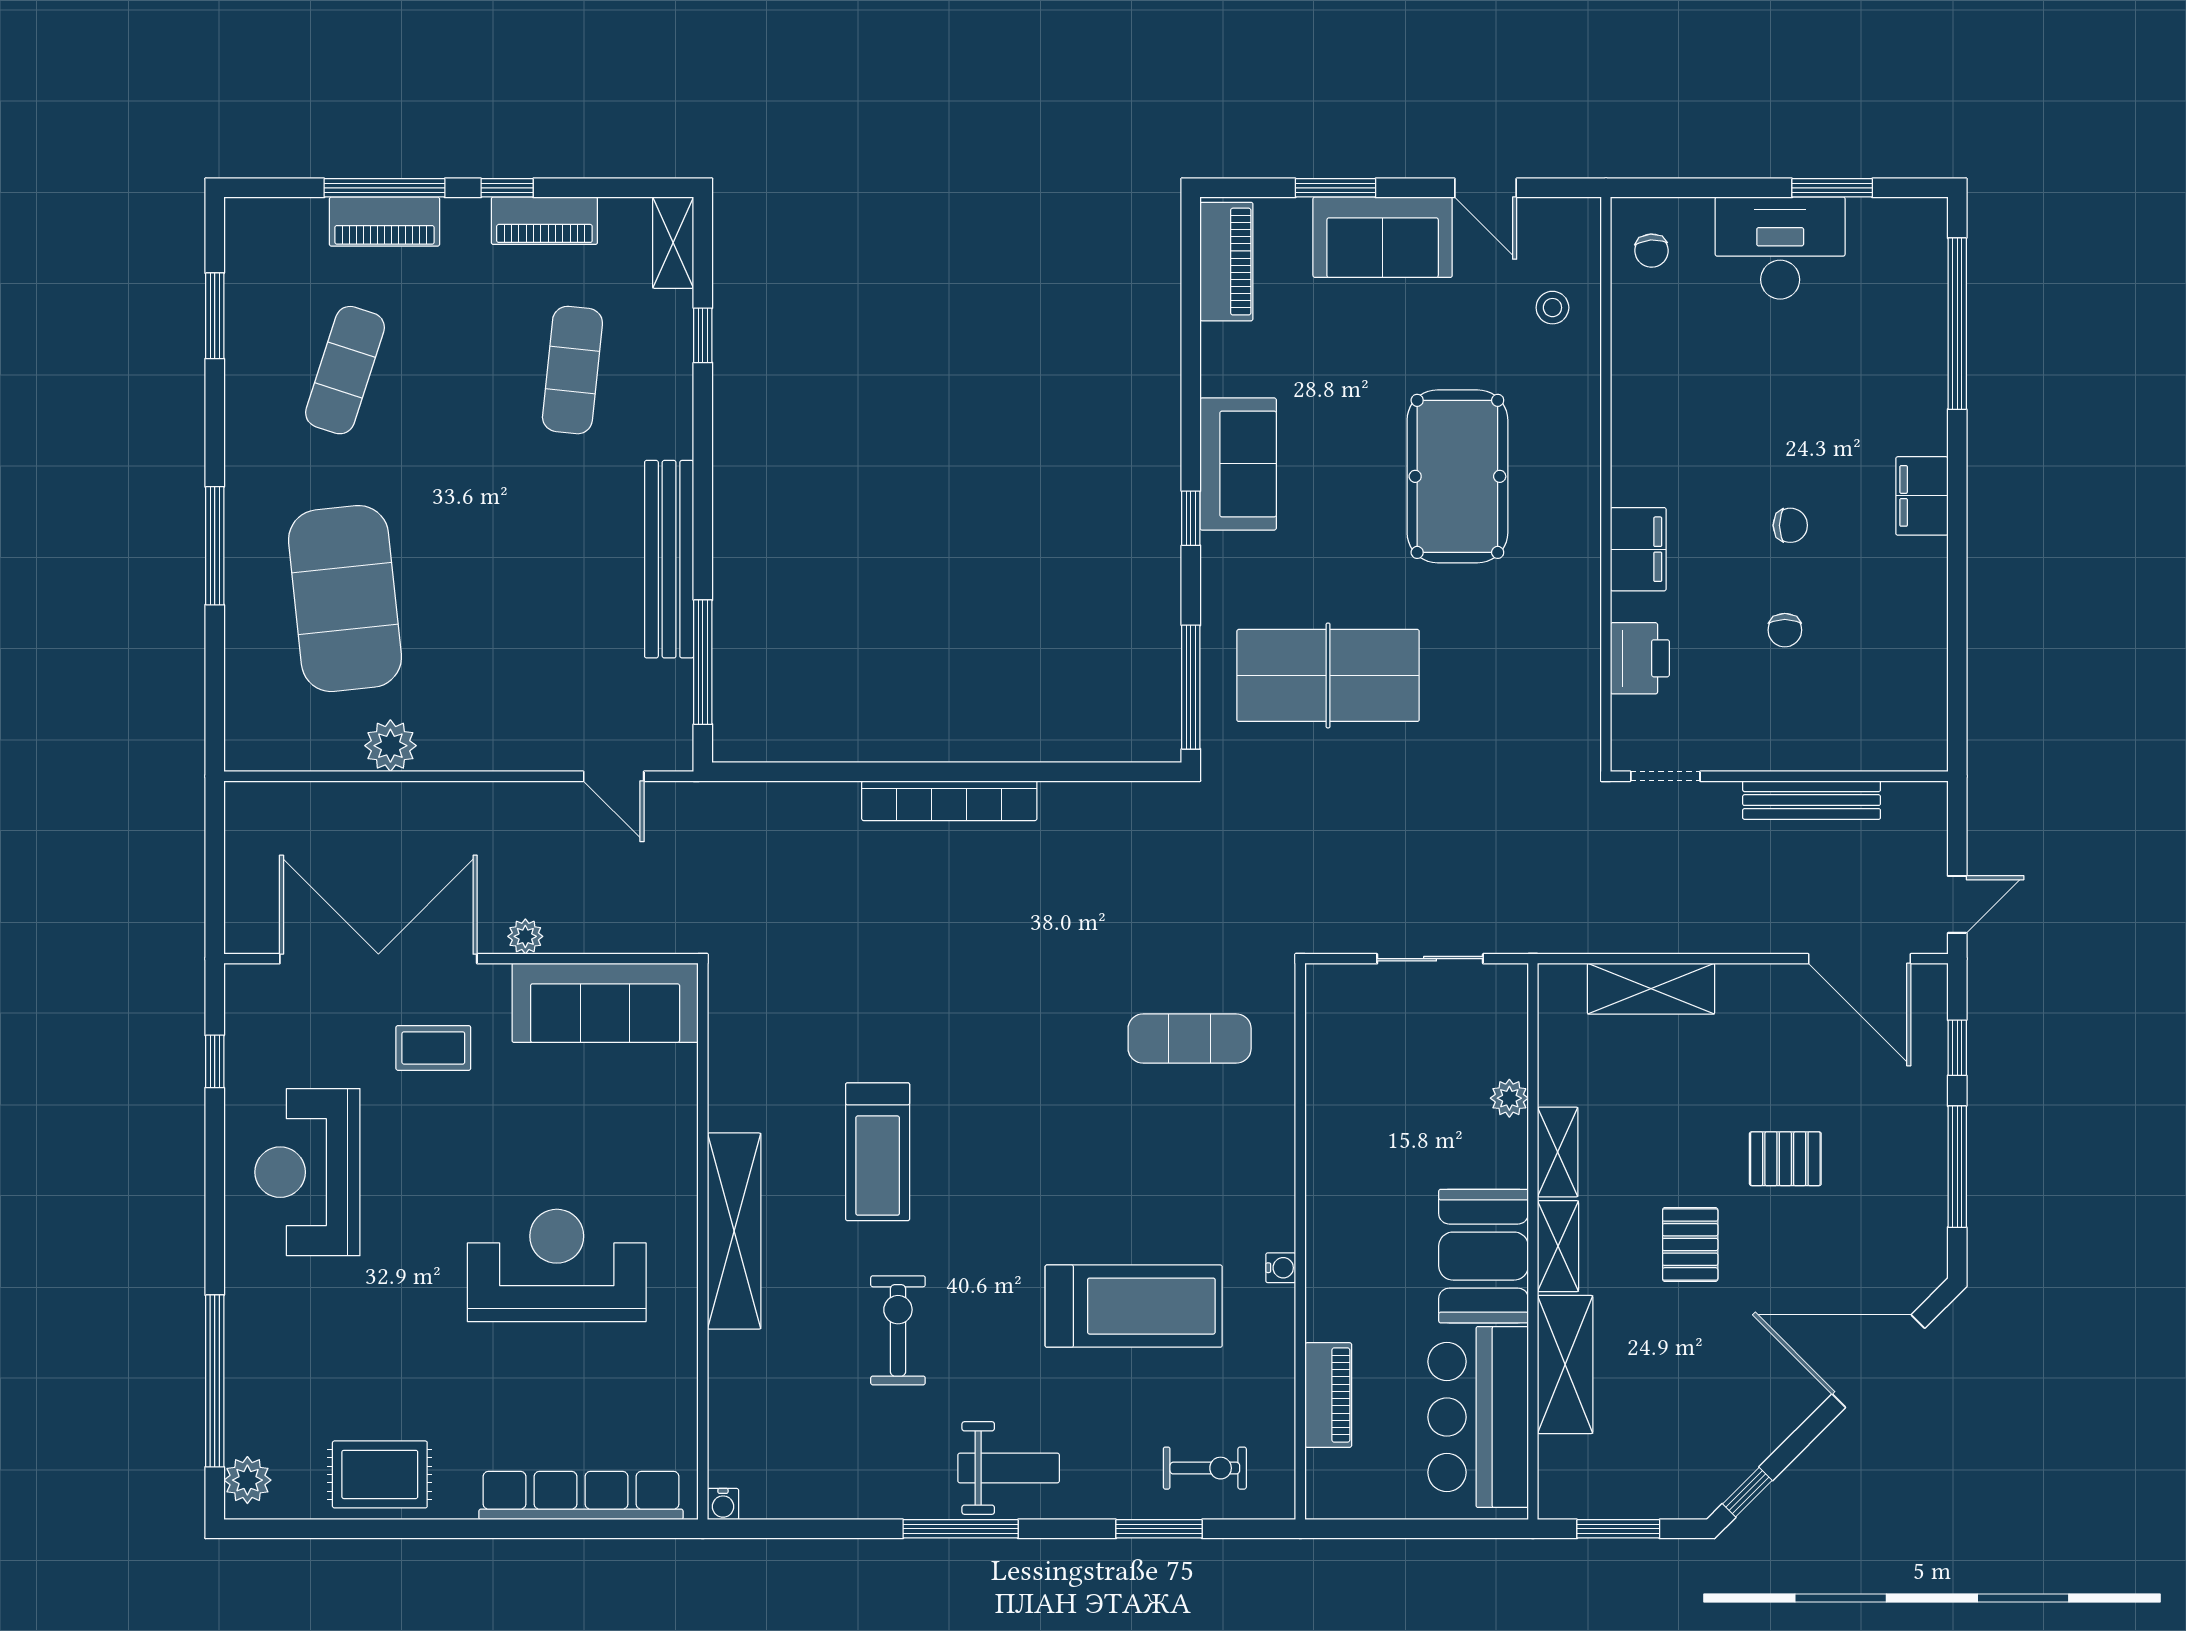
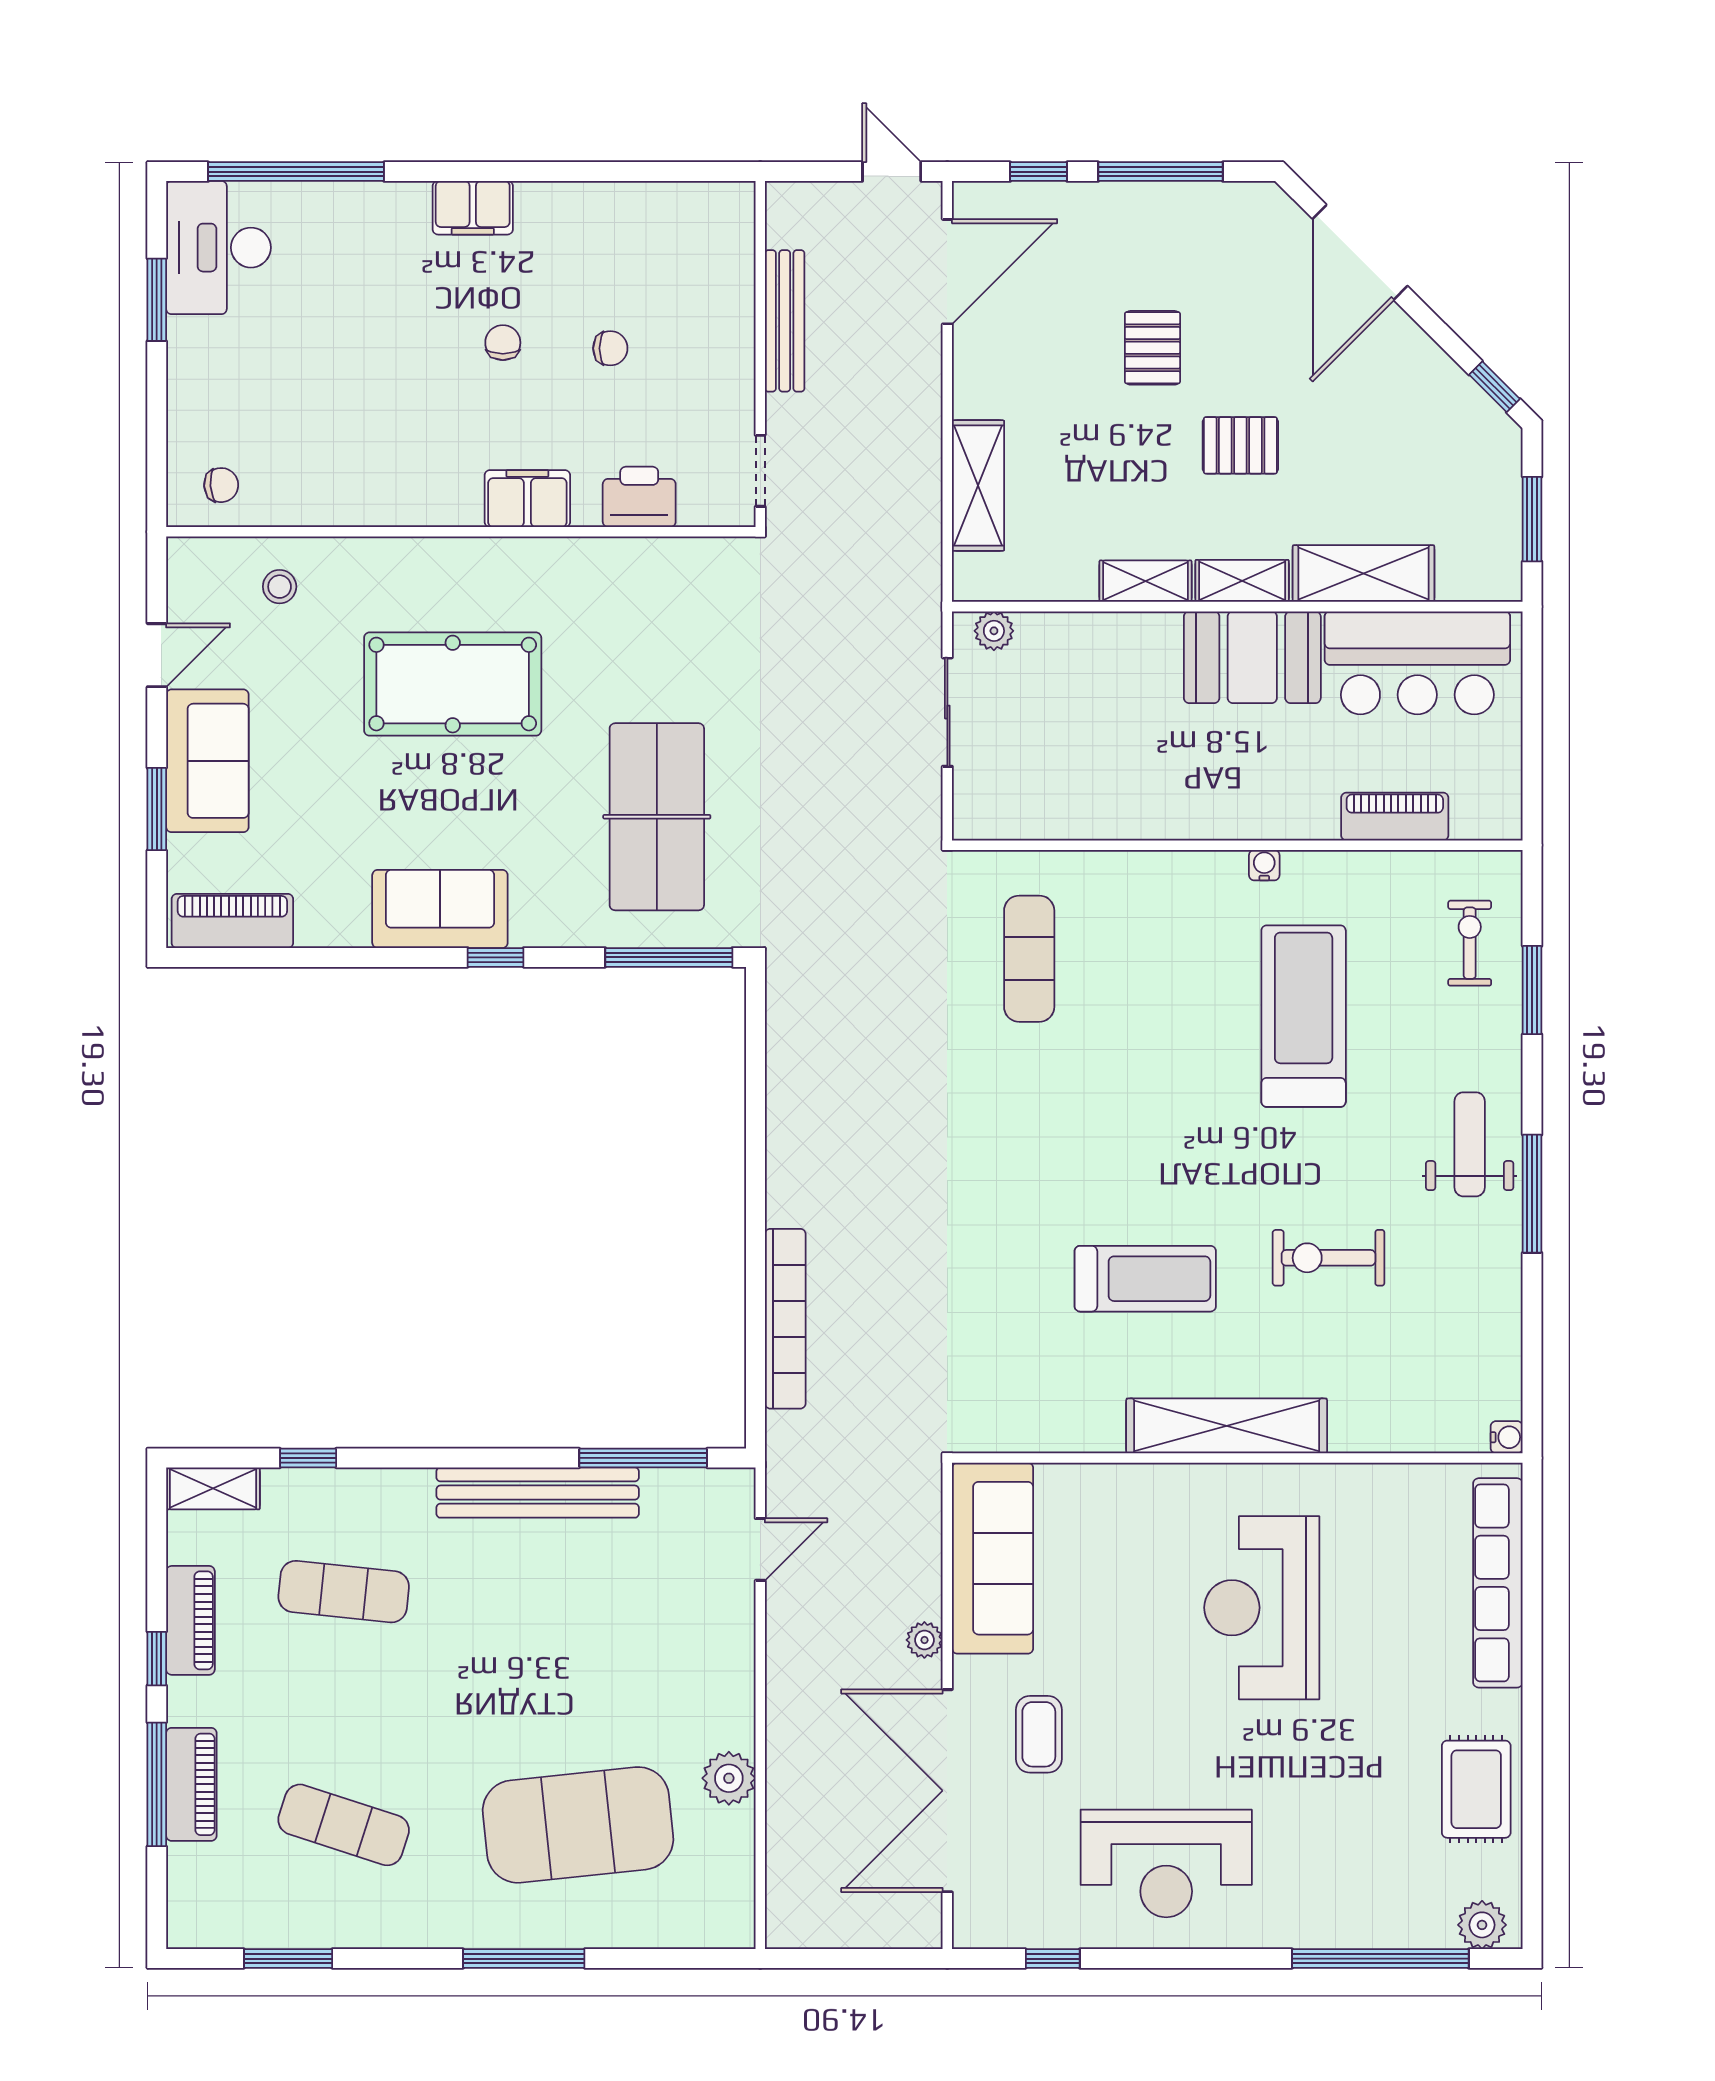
desk: (1780, 248) -> (218, 248), moved
bookcase: (949, 801) -> (785, 1319), moved
plant: (1509, 1098) -> (994, 631), moved

